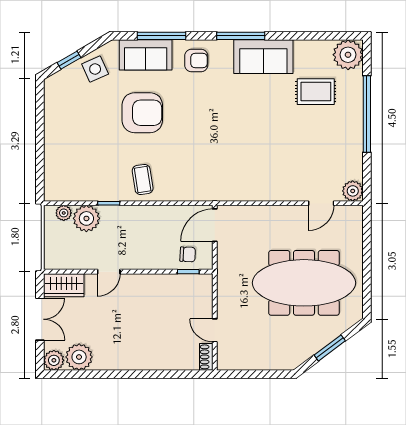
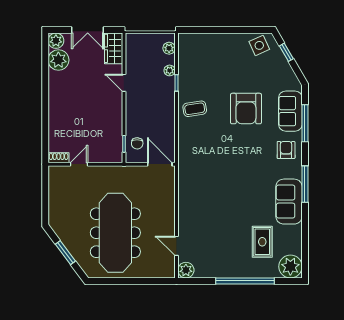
armchair: (196, 61) -> (286, 150), turned 180
side table: (95, 69) -> (259, 45), moved
plant: (86, 218) -> (170, 70), width x0.53, depth x0.53

